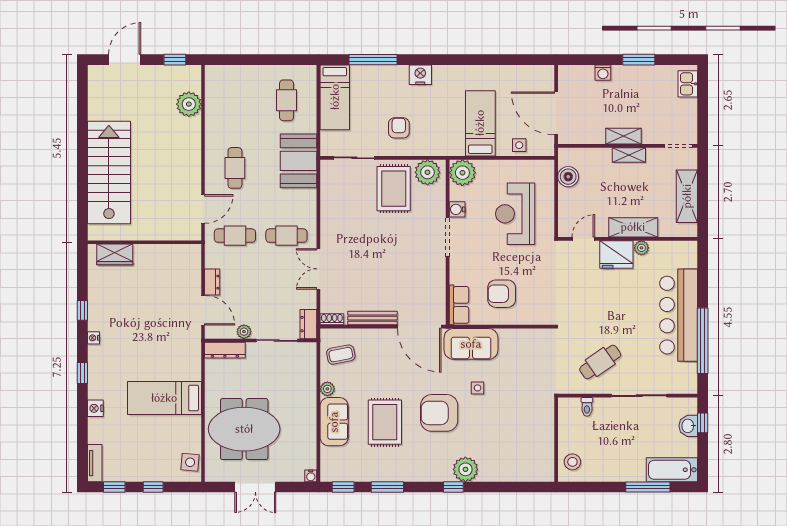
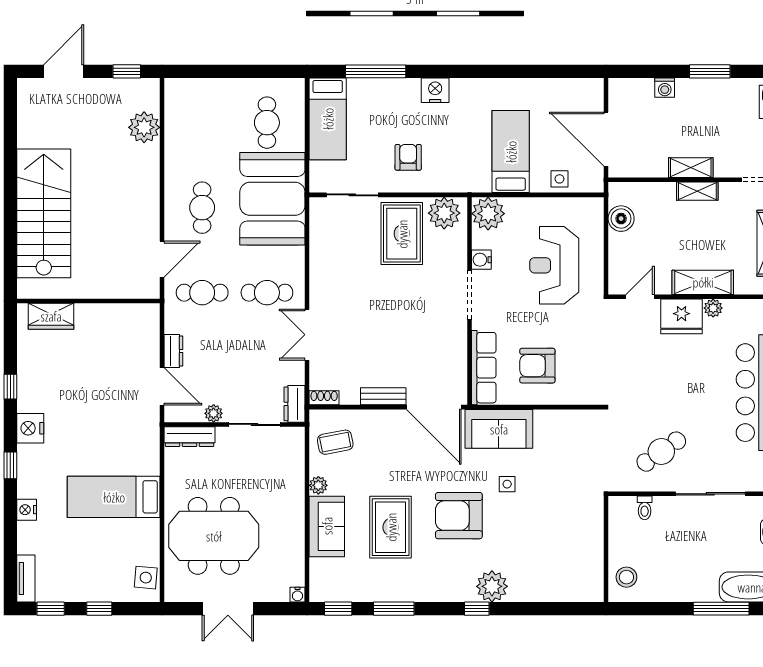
booth: (299, 161) -> (272, 199), width x1.36, depth x1.42
row of seats: (459, 305) -> (484, 368), width x1.48
bench: (372, 318) -> (383, 396), width x0.73
nightstand: (93, 338) -> (30, 428), width x1.89, depth x1.79

